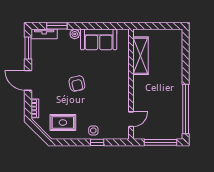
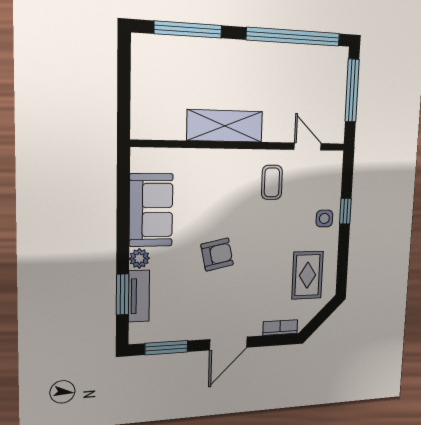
tv unit: (44, 34) -> (139, 296), moved
shelving: (140, 56) -> (225, 126), moved
window: (186, 56) -> (188, 29), added
armchair: (77, 84) -> (217, 255), moved
coffee table: (112, 101) -> (272, 182), added

